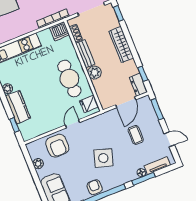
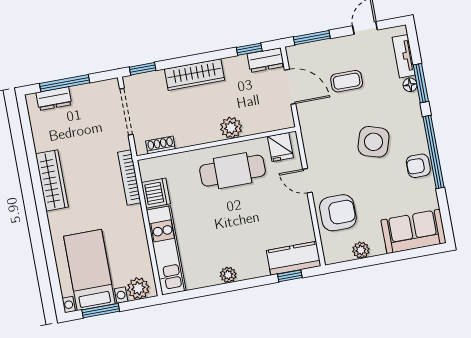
dishwasher: (59, 31) -> (156, 193), moved
bench: (85, 54) -> (197, 136), removed
kitchen counter: (18, 107) -> (294, 258), moved

